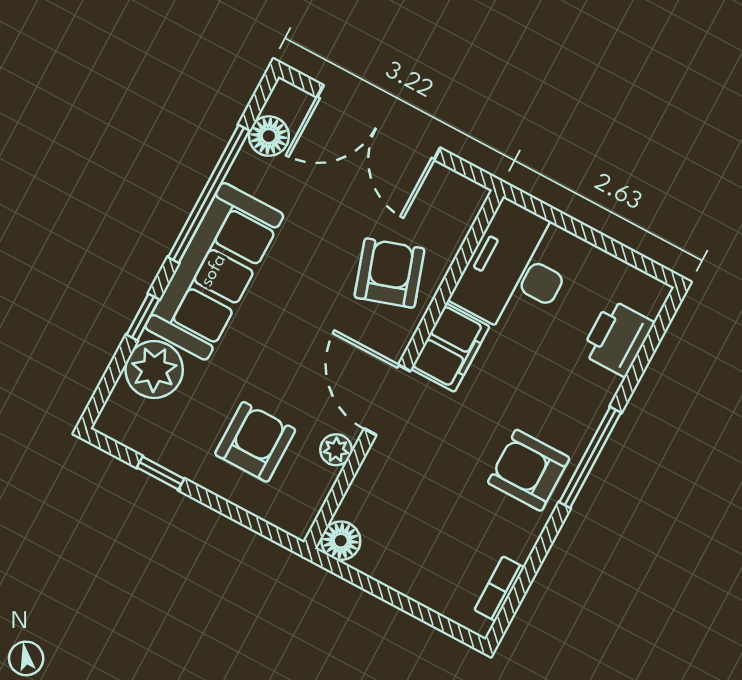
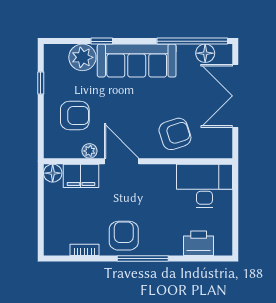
window: (209, 194) -> (192, 41), moved
filing cabinet: (450, 348) -> (81, 176), moved
door: (387, 400) -> (122, 161), hinge flipped
bookcase: (499, 589) -> (84, 250), moved

